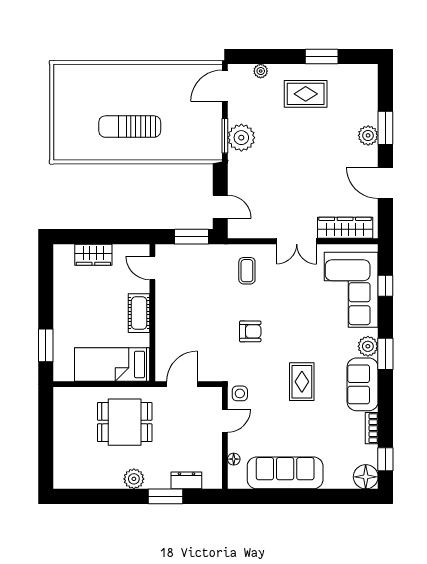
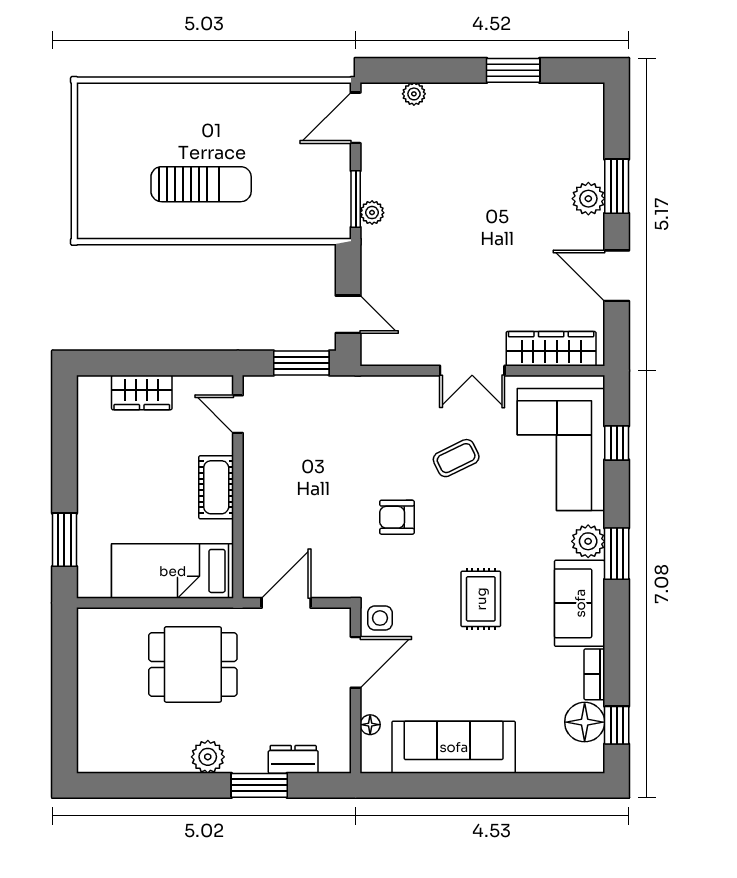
rug: (306, 94) -> (487, 131), removed
sun lounger: (130, 127) -> (201, 184), turned 180
plant: (241, 138) -> (372, 213), width x0.53, depth x0.53
coffee table: (247, 271) -> (456, 458), moved, turned 64
armchair: (250, 331) -> (397, 517), turned 180
door: (225, 421) -> (356, 662), width x1.38
floor lamp: (366, 477) -> (585, 722), moved

